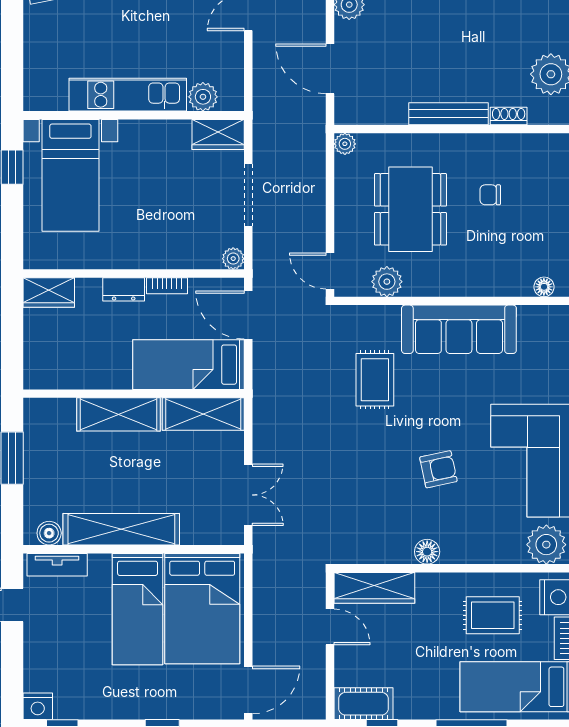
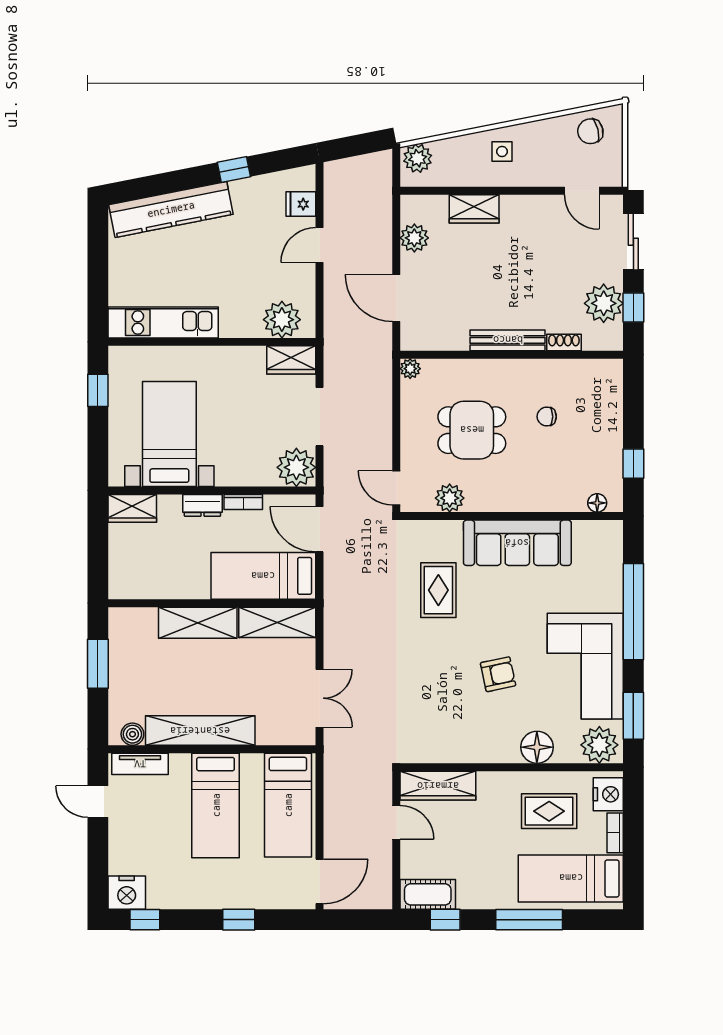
kitchen unit: (128, 95) -> (163, 322), moved
plant: (203, 97) -> (282, 320), width x1.36, depth x1.36
bed with nightstands: (70, 175) -> (169, 434), moved, turned 180
dining table: (410, 209) -> (472, 430), width x0.73
plant: (233, 259) -> (296, 467), width x1.88, depth x1.88
floor lamp: (427, 552) -> (537, 747), moved, width x1.38, depth x1.38
bed: (202, 609) -> (288, 805), width x0.67
nightstand: (38, 706) -> (127, 893), width x1.36, depth x1.33

